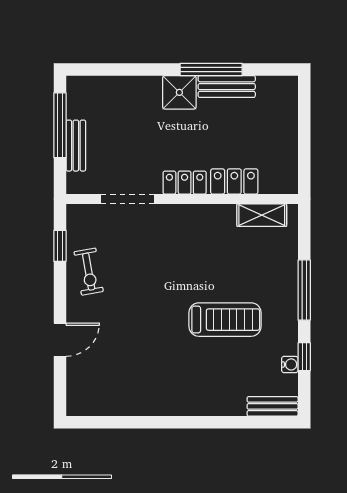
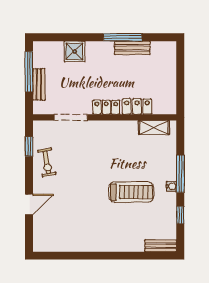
shower: (179, 92) -> (75, 51), moved
water cooler: (290, 364) -> (171, 186), moved

